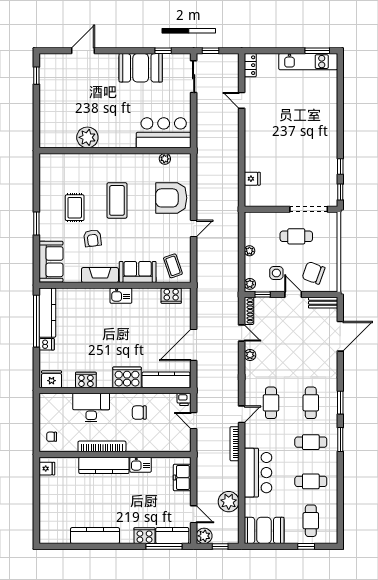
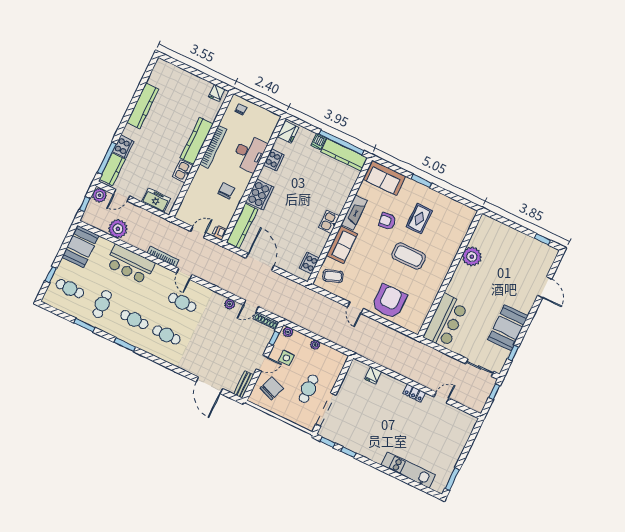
kitchen unit: (308, 62) -> (408, 470), moved, turned 90
locker: (250, 65) -> (414, 393), moved
plant: (165, 159) -> (424, 312), removed
rug: (75, 208) -> (419, 219), turned 90
window: (340, 403) -> (84, 325), moved
cafe table: (311, 442) -> (134, 320), turned 90

